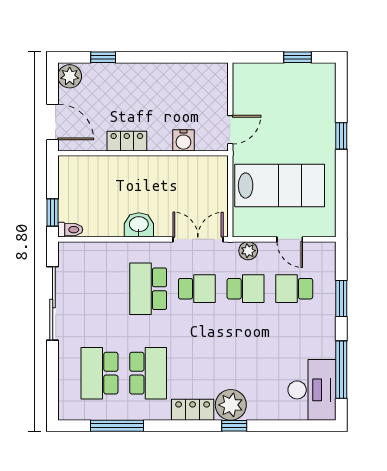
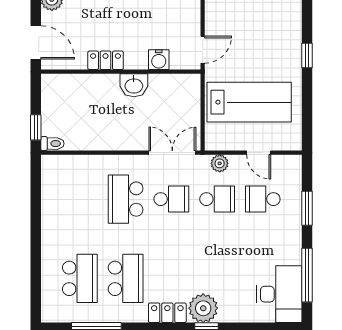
washbasin: (139, 225) -> (134, 85), moved, turned 180
sliding door: (53, 303) -> (36, 213), removed
school desk: (100, 373) -> (80, 278), turned 180

